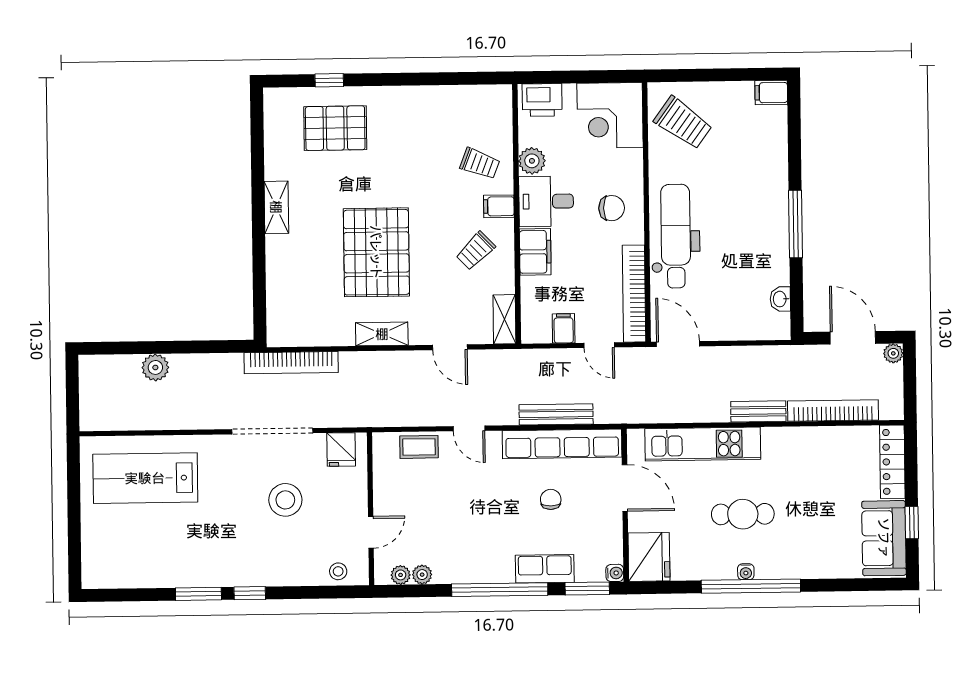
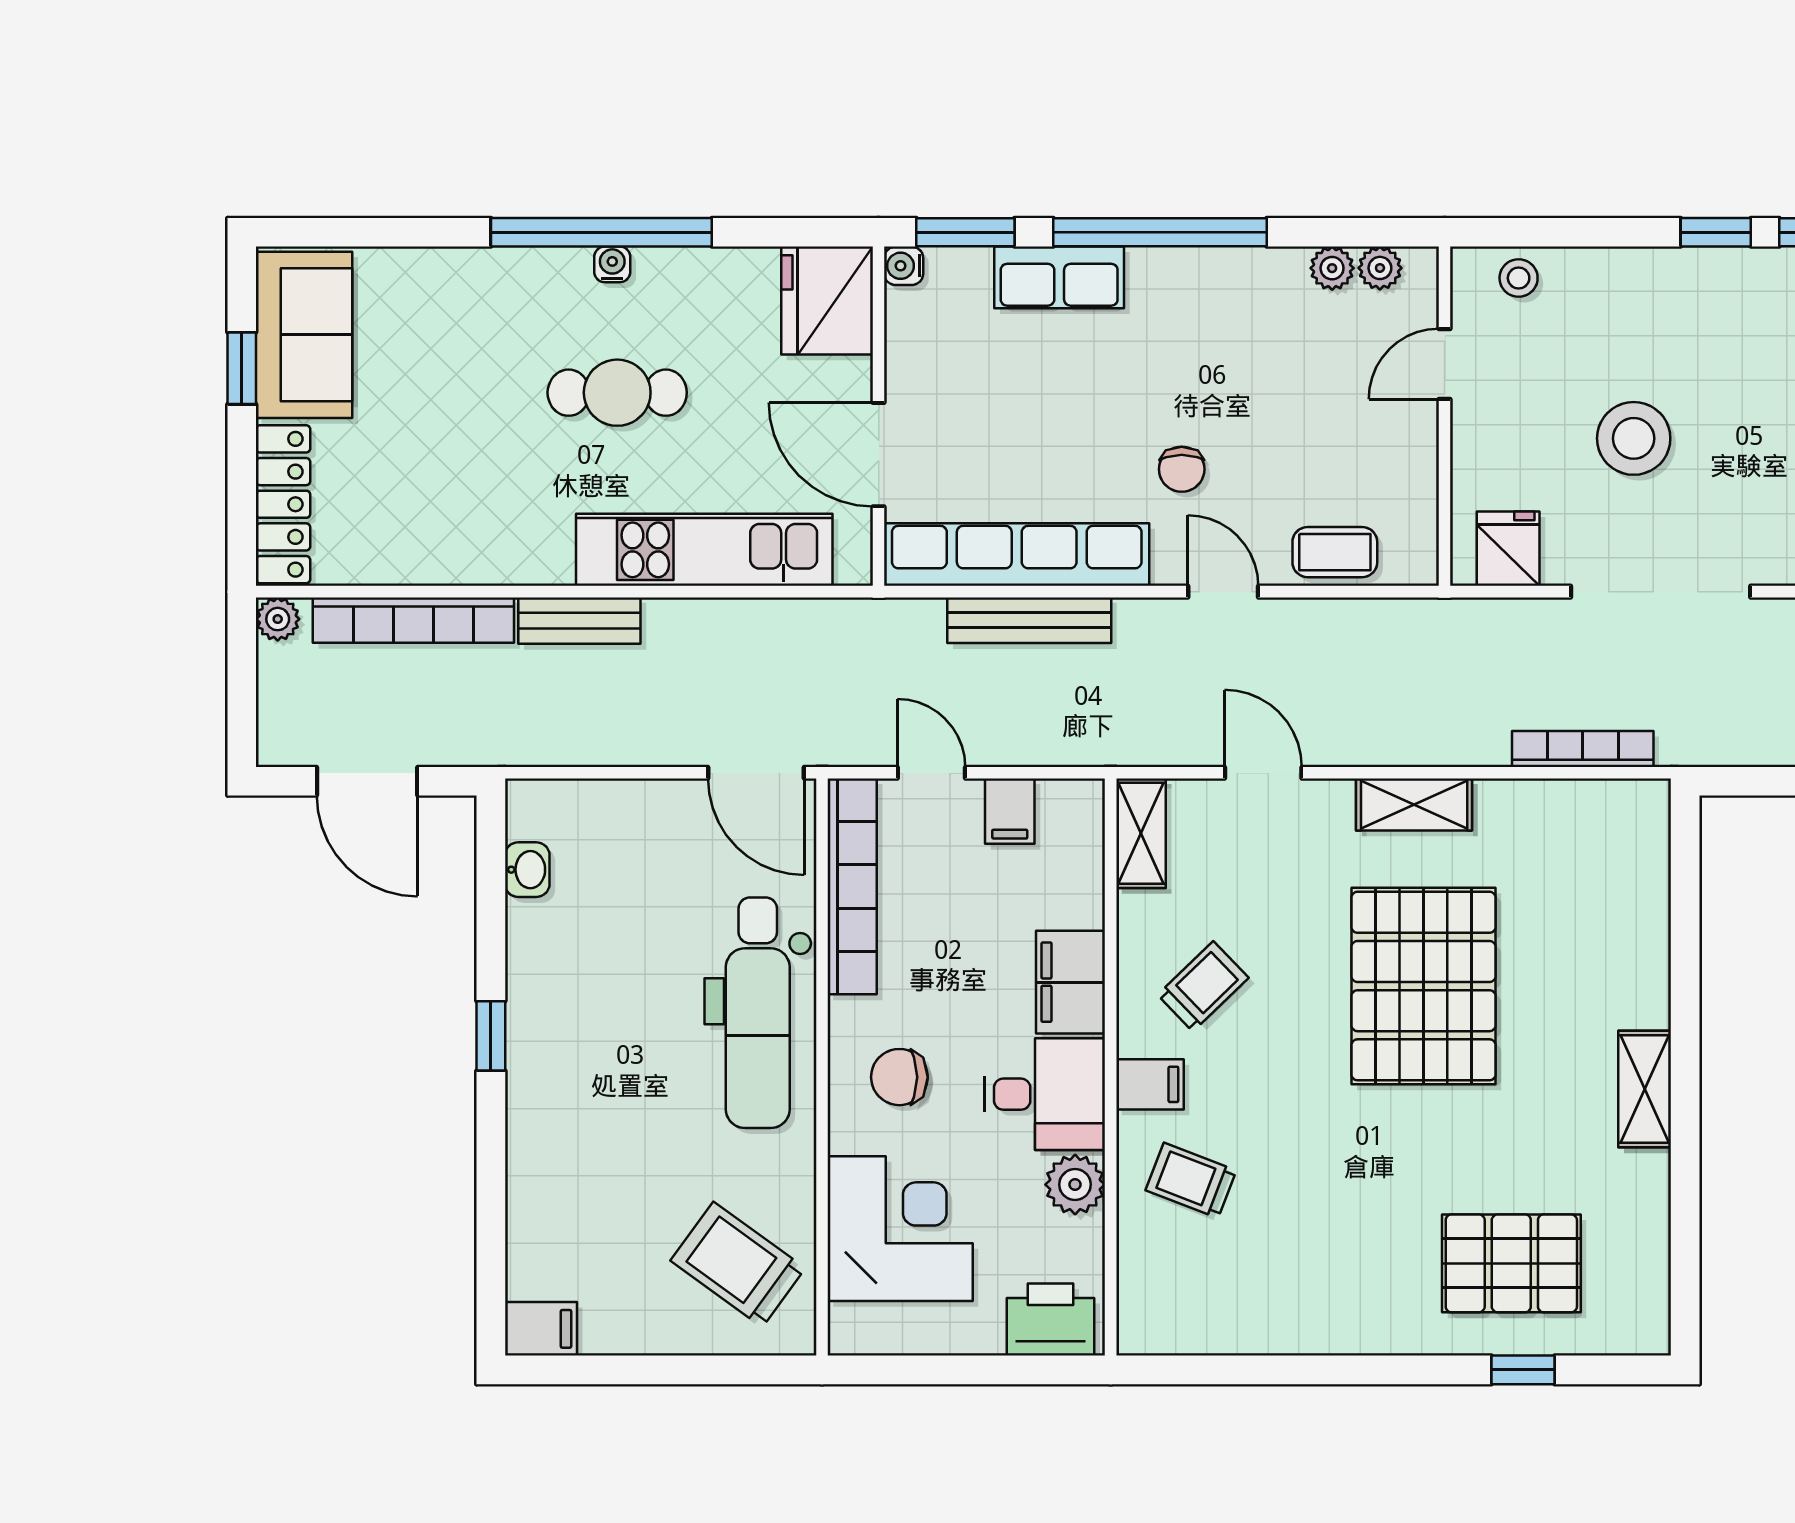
corner desk: (610, 115) -> (900, 1229), moved
window: (796, 224) -> (491, 1036), width x0.46
plant: (893, 353) -> (278, 619), moved
bookcase: (291, 363) -> (1583, 749), width x0.68, depth x0.76
chair: (551, 499) -> (1182, 469), moved

